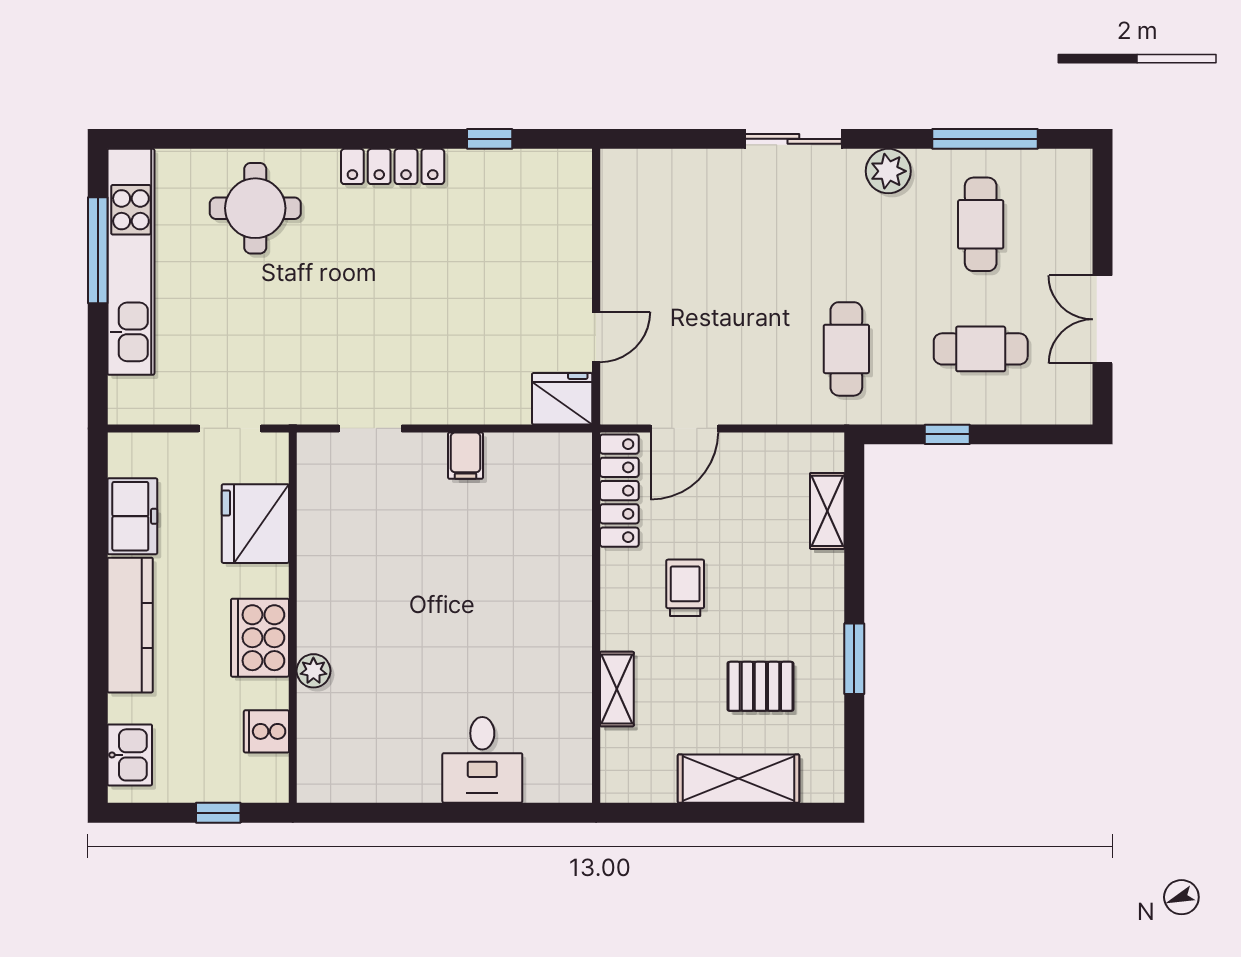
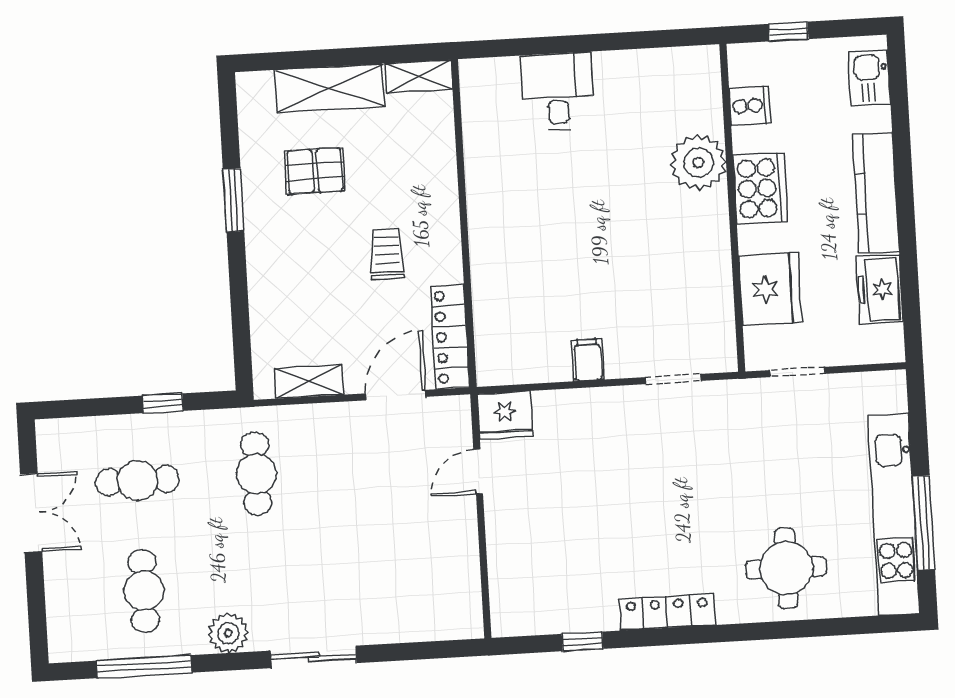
shelving: (827, 511) -> (309, 381), moved, turned 90
trolley: (685, 588) -> (387, 254), turned 180
plant: (313, 671) -> (698, 163), width x1.87, depth x1.87
shelving: (617, 689) -> (419, 76), moved, turned 90

